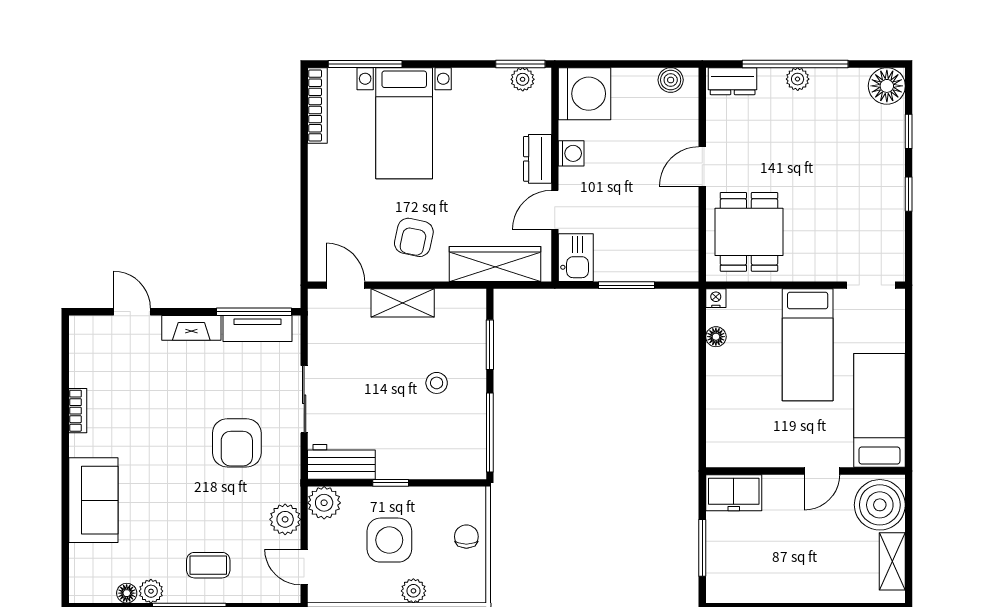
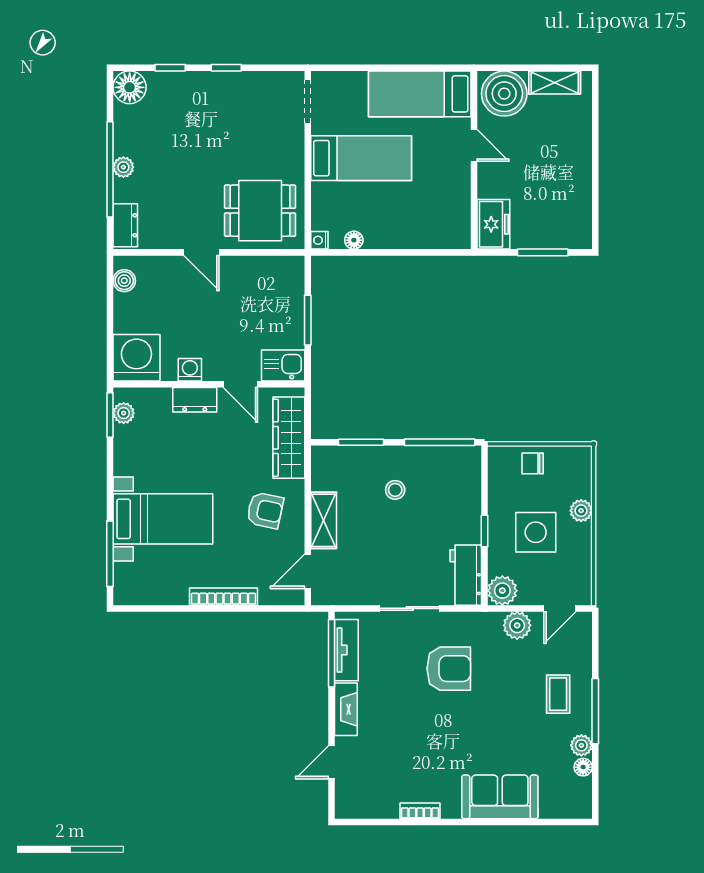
bookcase: (317, 106) -> (224, 597), moved

